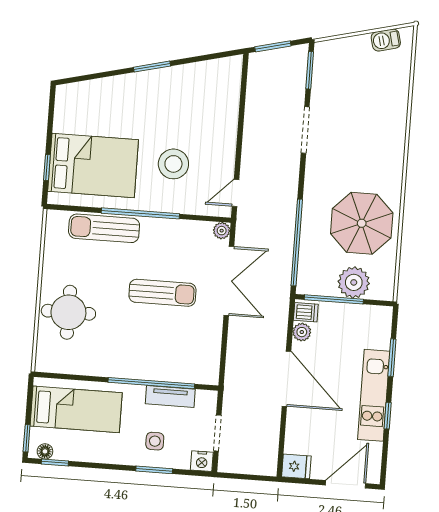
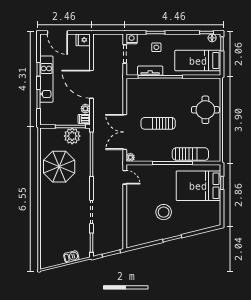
barbecue: (386, 40) -> (71, 257), moved
stool: (173, 164) -> (164, 212), moved
door: (235, 193) -> (125, 177), hinge flipped
plant: (354, 282) -> (72, 136), moved
door: (346, 484) -> (57, 33), hinge flipped

